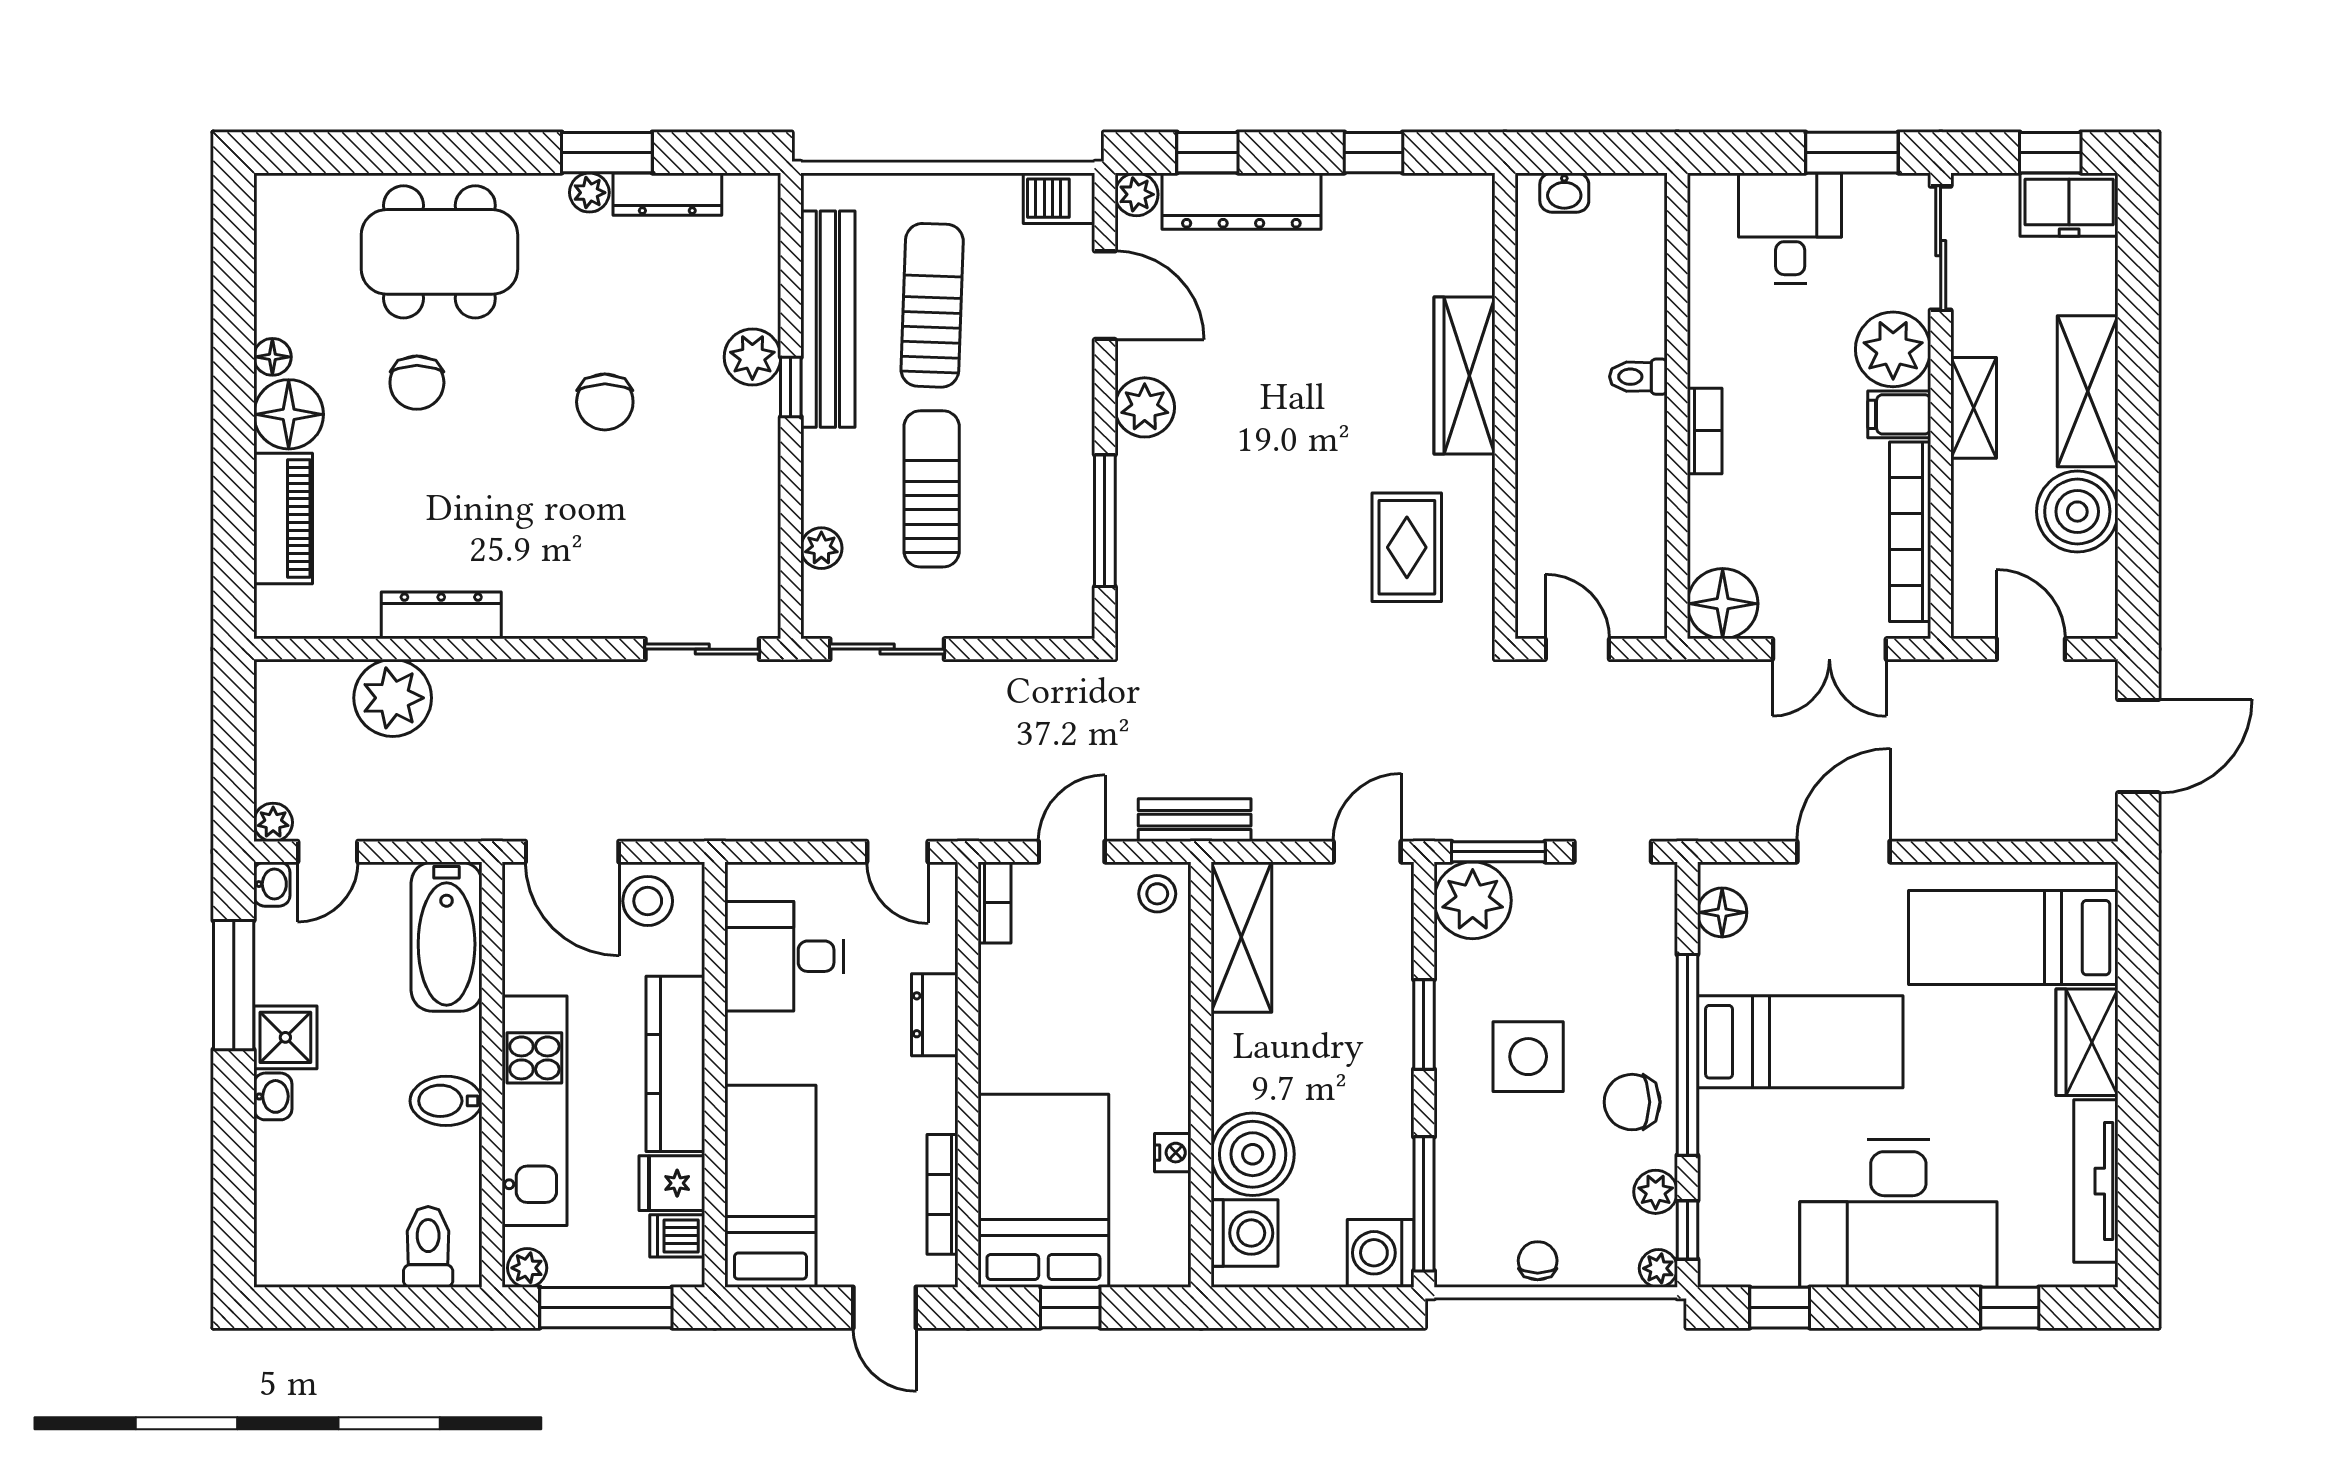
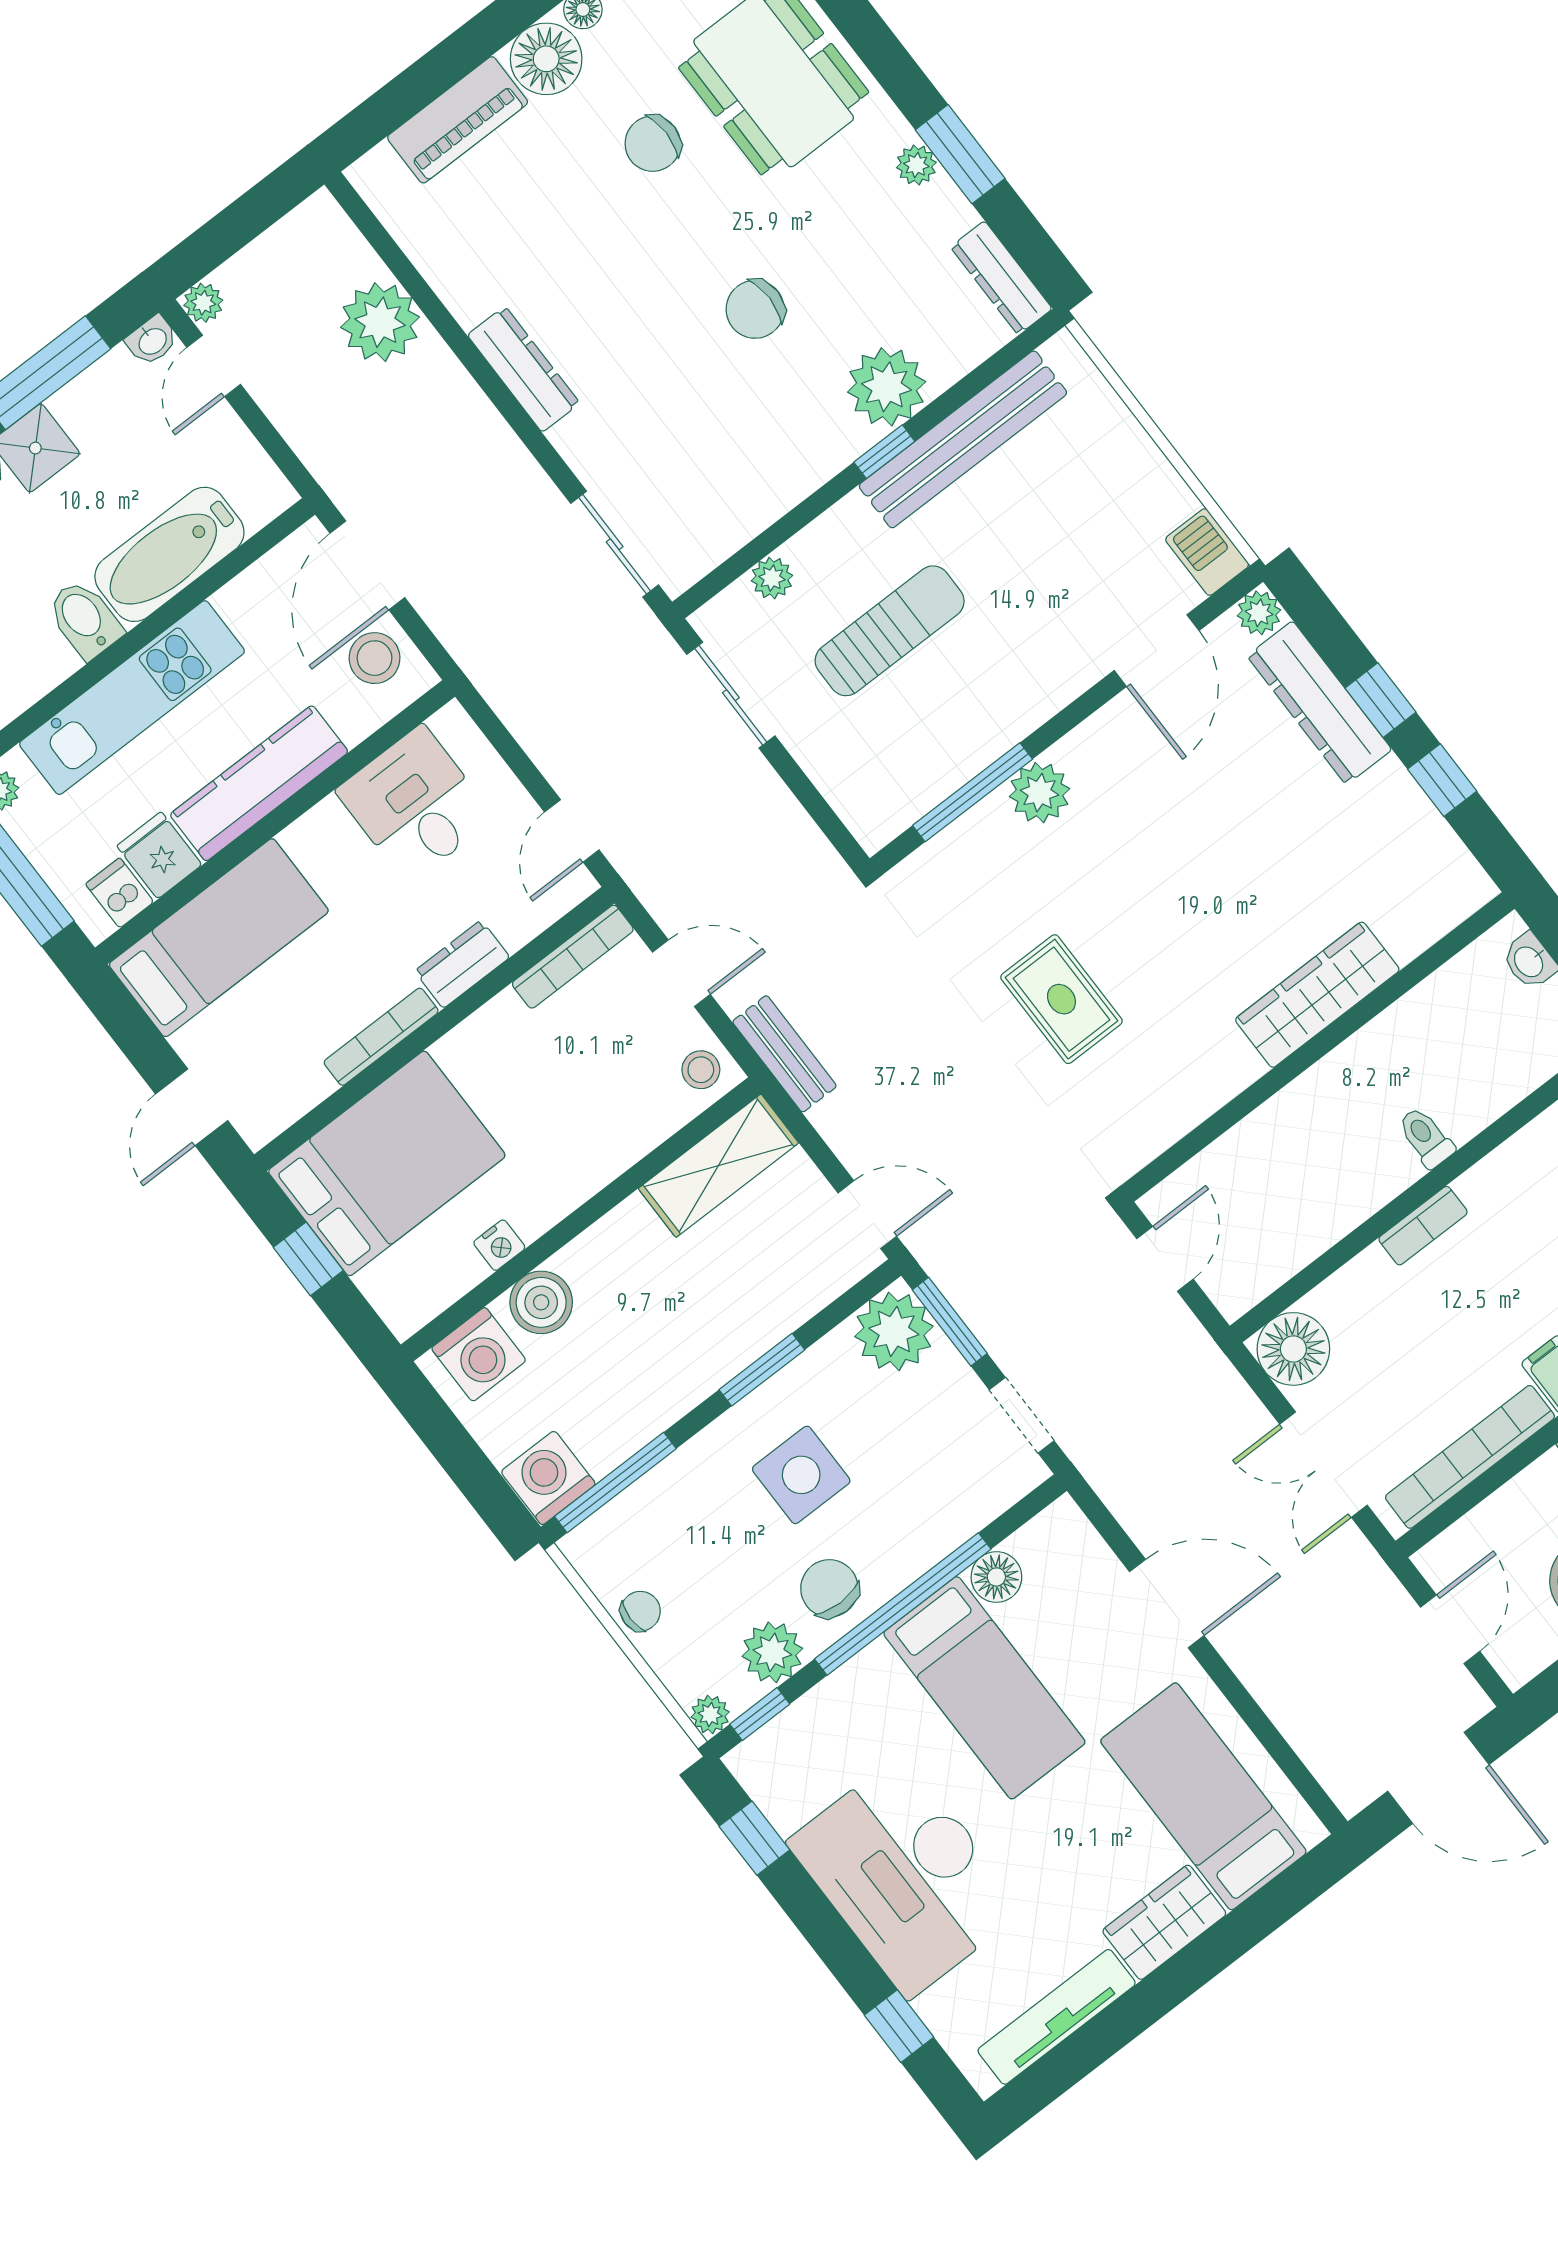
window: (1207, 153) -> (1380, 700), moved
dresser: (667, 194) -> (1001, 278), moved
sun lounger: (932, 305) -> (1040, 516), removed
plant: (752, 357) -> (887, 387), width x1.36, depth x1.36
plant: (1145, 407) -> (1040, 793), moved
rug: (1407, 547) -> (1061, 999), moved, turned 90
dresser: (441, 615) -> (524, 369), moved
door: (328, 852) -> (214, 366), hinge flipped
bookcase: (995, 902) -> (573, 957), width x1.56
floor lamp: (1722, 912) -> (996, 1577), moved
bathtub: (447, 937) -> (169, 554), moved
boiler: (1253, 1154) -> (541, 1302), width x0.73, depth x0.73
plant: (1656, 1192) -> (772, 1652), width x1.38, depth x1.38
bookcase: (943, 1194) -> (381, 1037), moved

